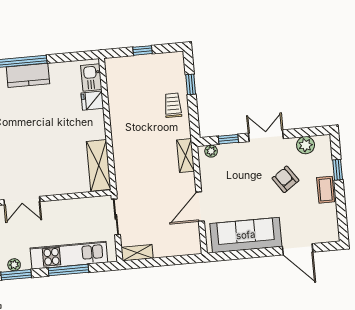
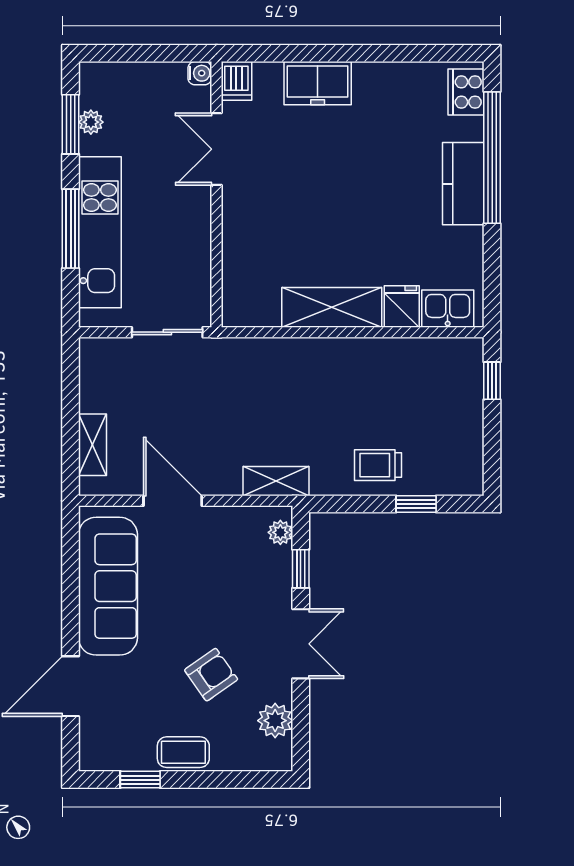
window: (143, 50) -> (492, 381), moved
trolley: (173, 105) -> (378, 465), turned 180
shelving: (99, 165) -> (332, 307), moved
window: (338, 170) -> (140, 780), moved
shelving: (137, 253) -> (92, 445), moved

